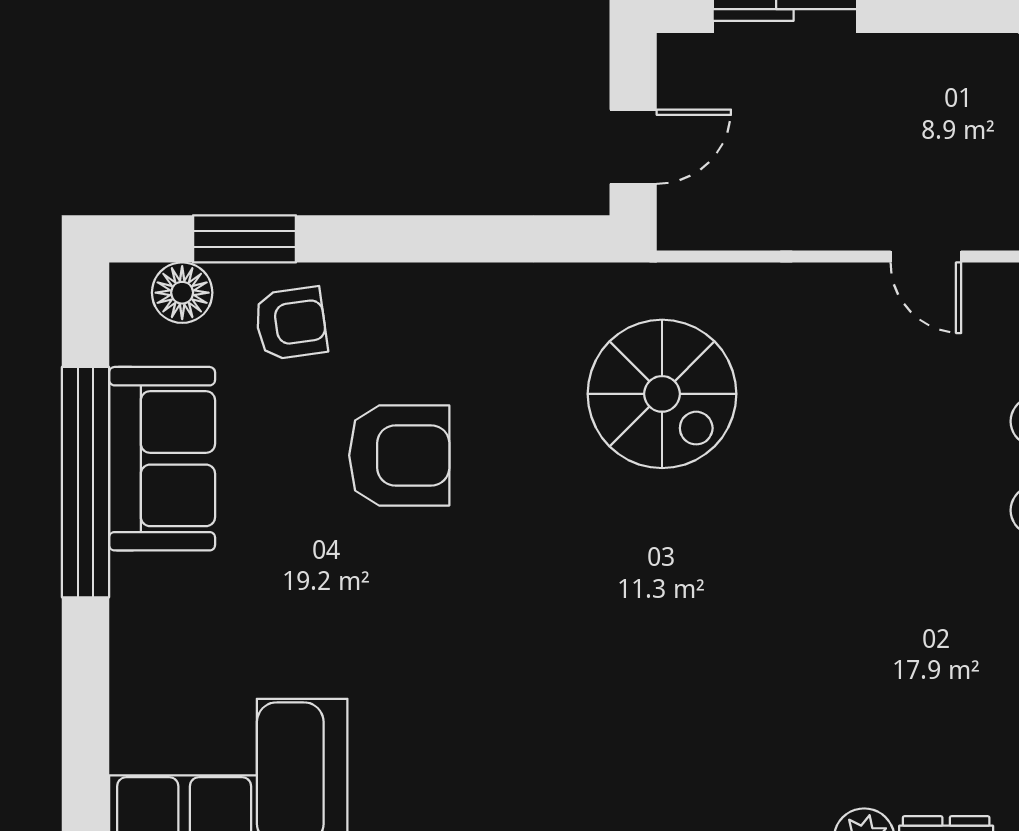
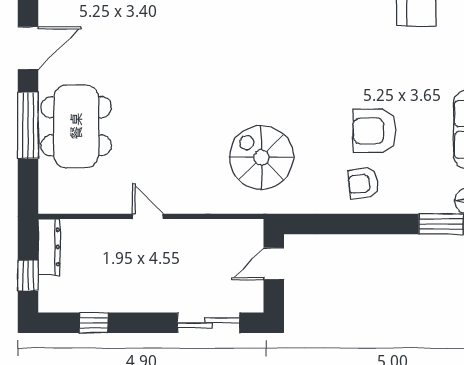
armchair: (291, 323) -> (363, 183), moved

